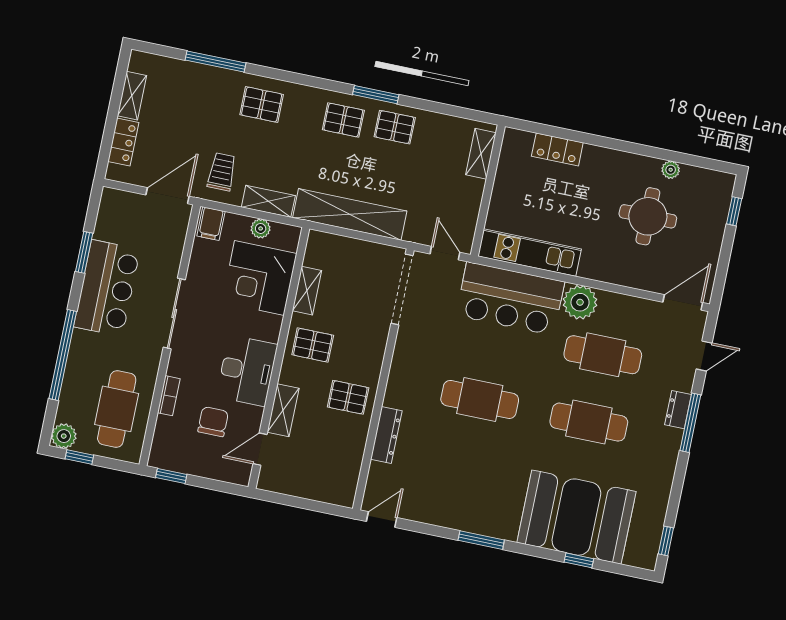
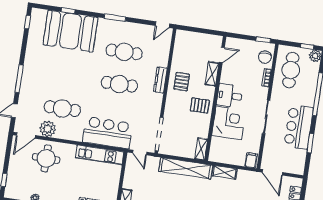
trolley: (222, 172) -> (247, 185), removed
door: (168, 196) -> (272, 172), hinge flipped
round table: (648, 216) -> (46, 158), moved
plant: (261, 228) -> (228, 159), removed
corner desk: (259, 278) -> (229, 123), moved
shelving: (307, 291) -> (201, 149), moved
plant: (580, 302) -> (48, 129), moved
desk: (247, 371) -> (230, 96), width x0.73
pallet: (348, 397) -> (182, 82), turned 90
dresser: (678, 410) -> (25, 85), removed
chair: (213, 422) -> (265, 57), moved
cafe table: (589, 422) -> (124, 52), moved
dresser: (386, 435) -> (160, 80), moved

